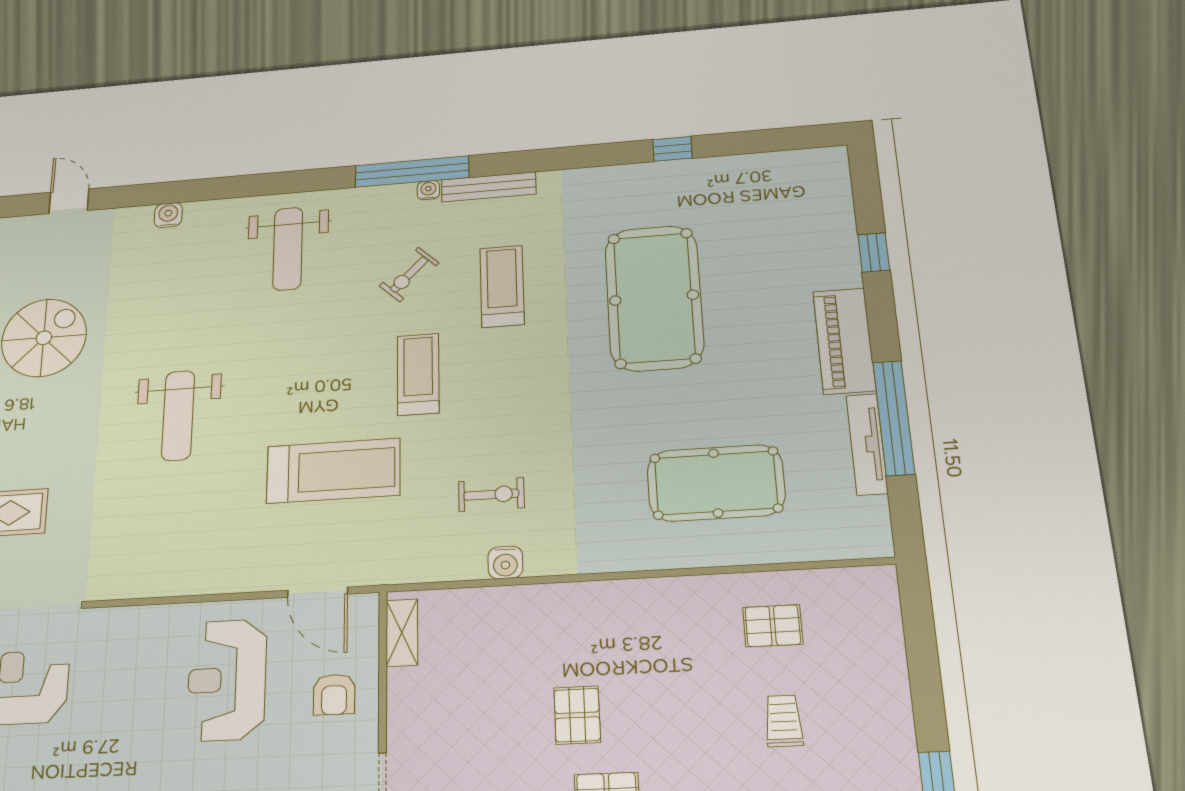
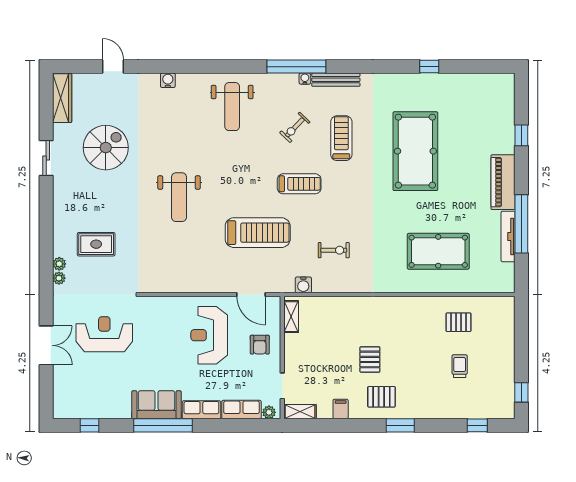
treadmill: (418, 374) -> (299, 184), turned 90
water cooler: (505, 562) -> (303, 285), moved

